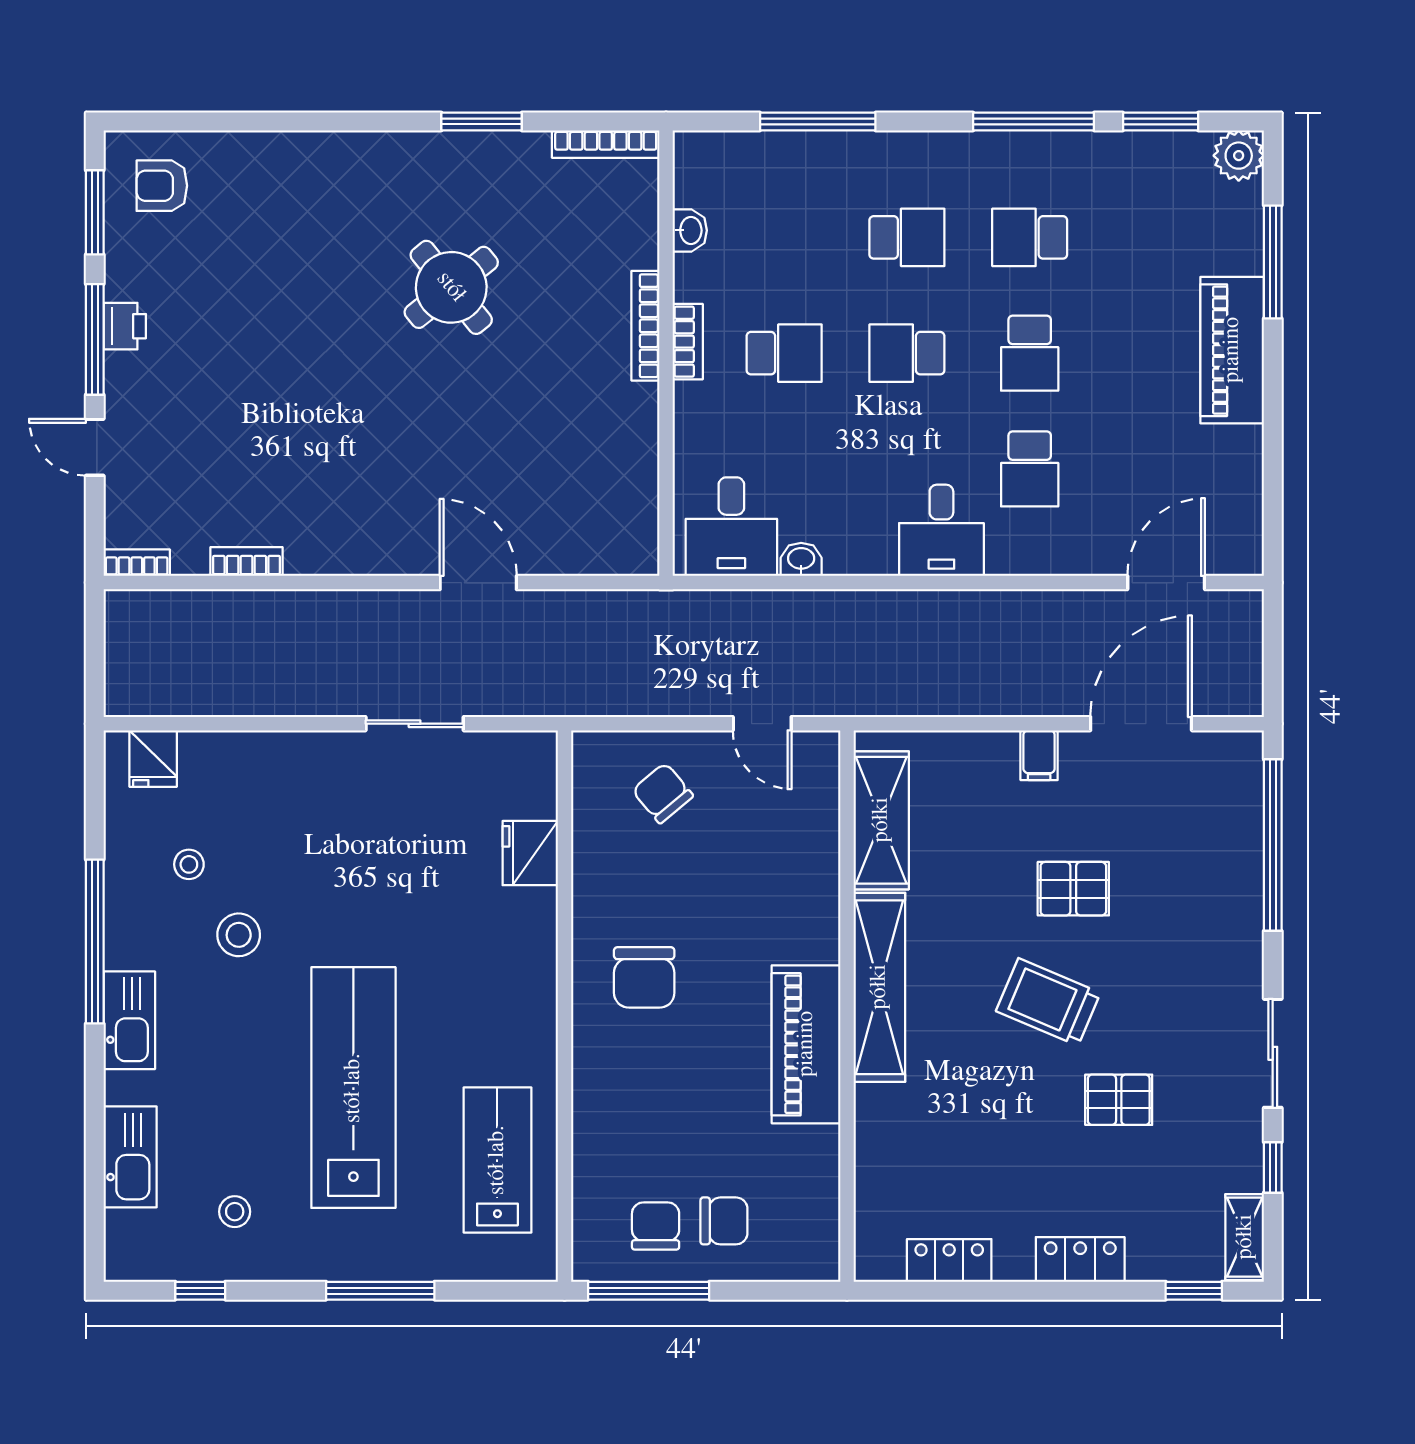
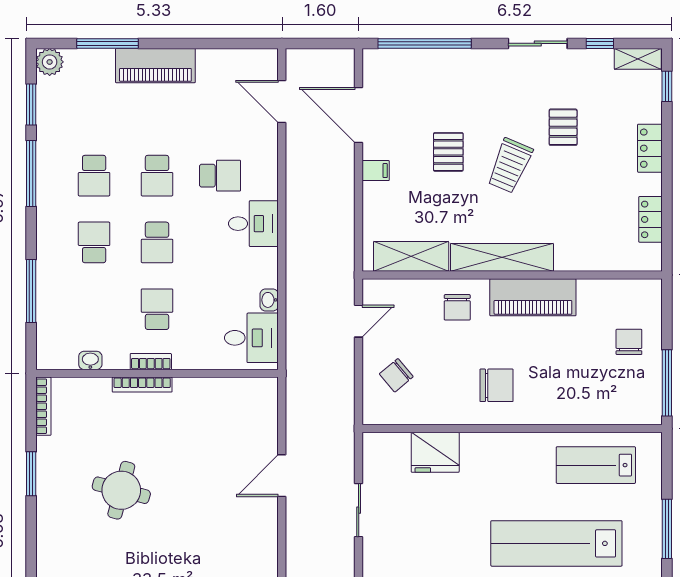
round table: (451, 287) -> (121, 490), turned -36
school desk: (1030, 353) -> (157, 176), turned 90
fridge: (530, 853) -> (435, 452), width x1.36, depth x1.34
chair: (656, 1226) -> (457, 307), moved, turned -90

